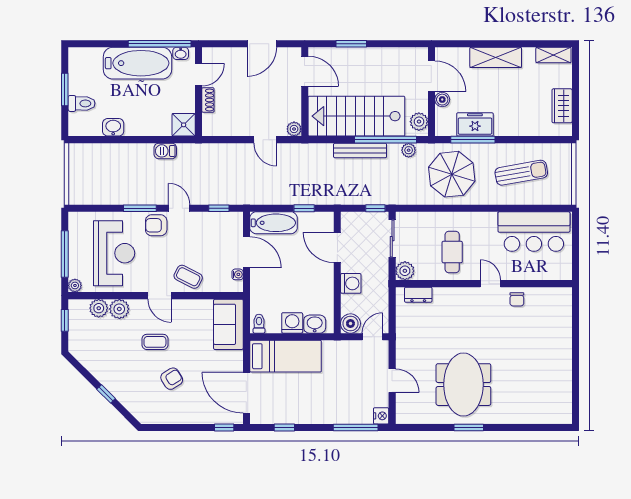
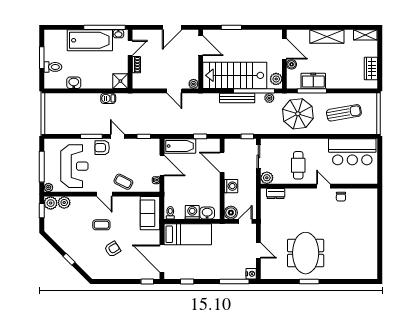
plant: (119, 309) -> (51, 203), moved

